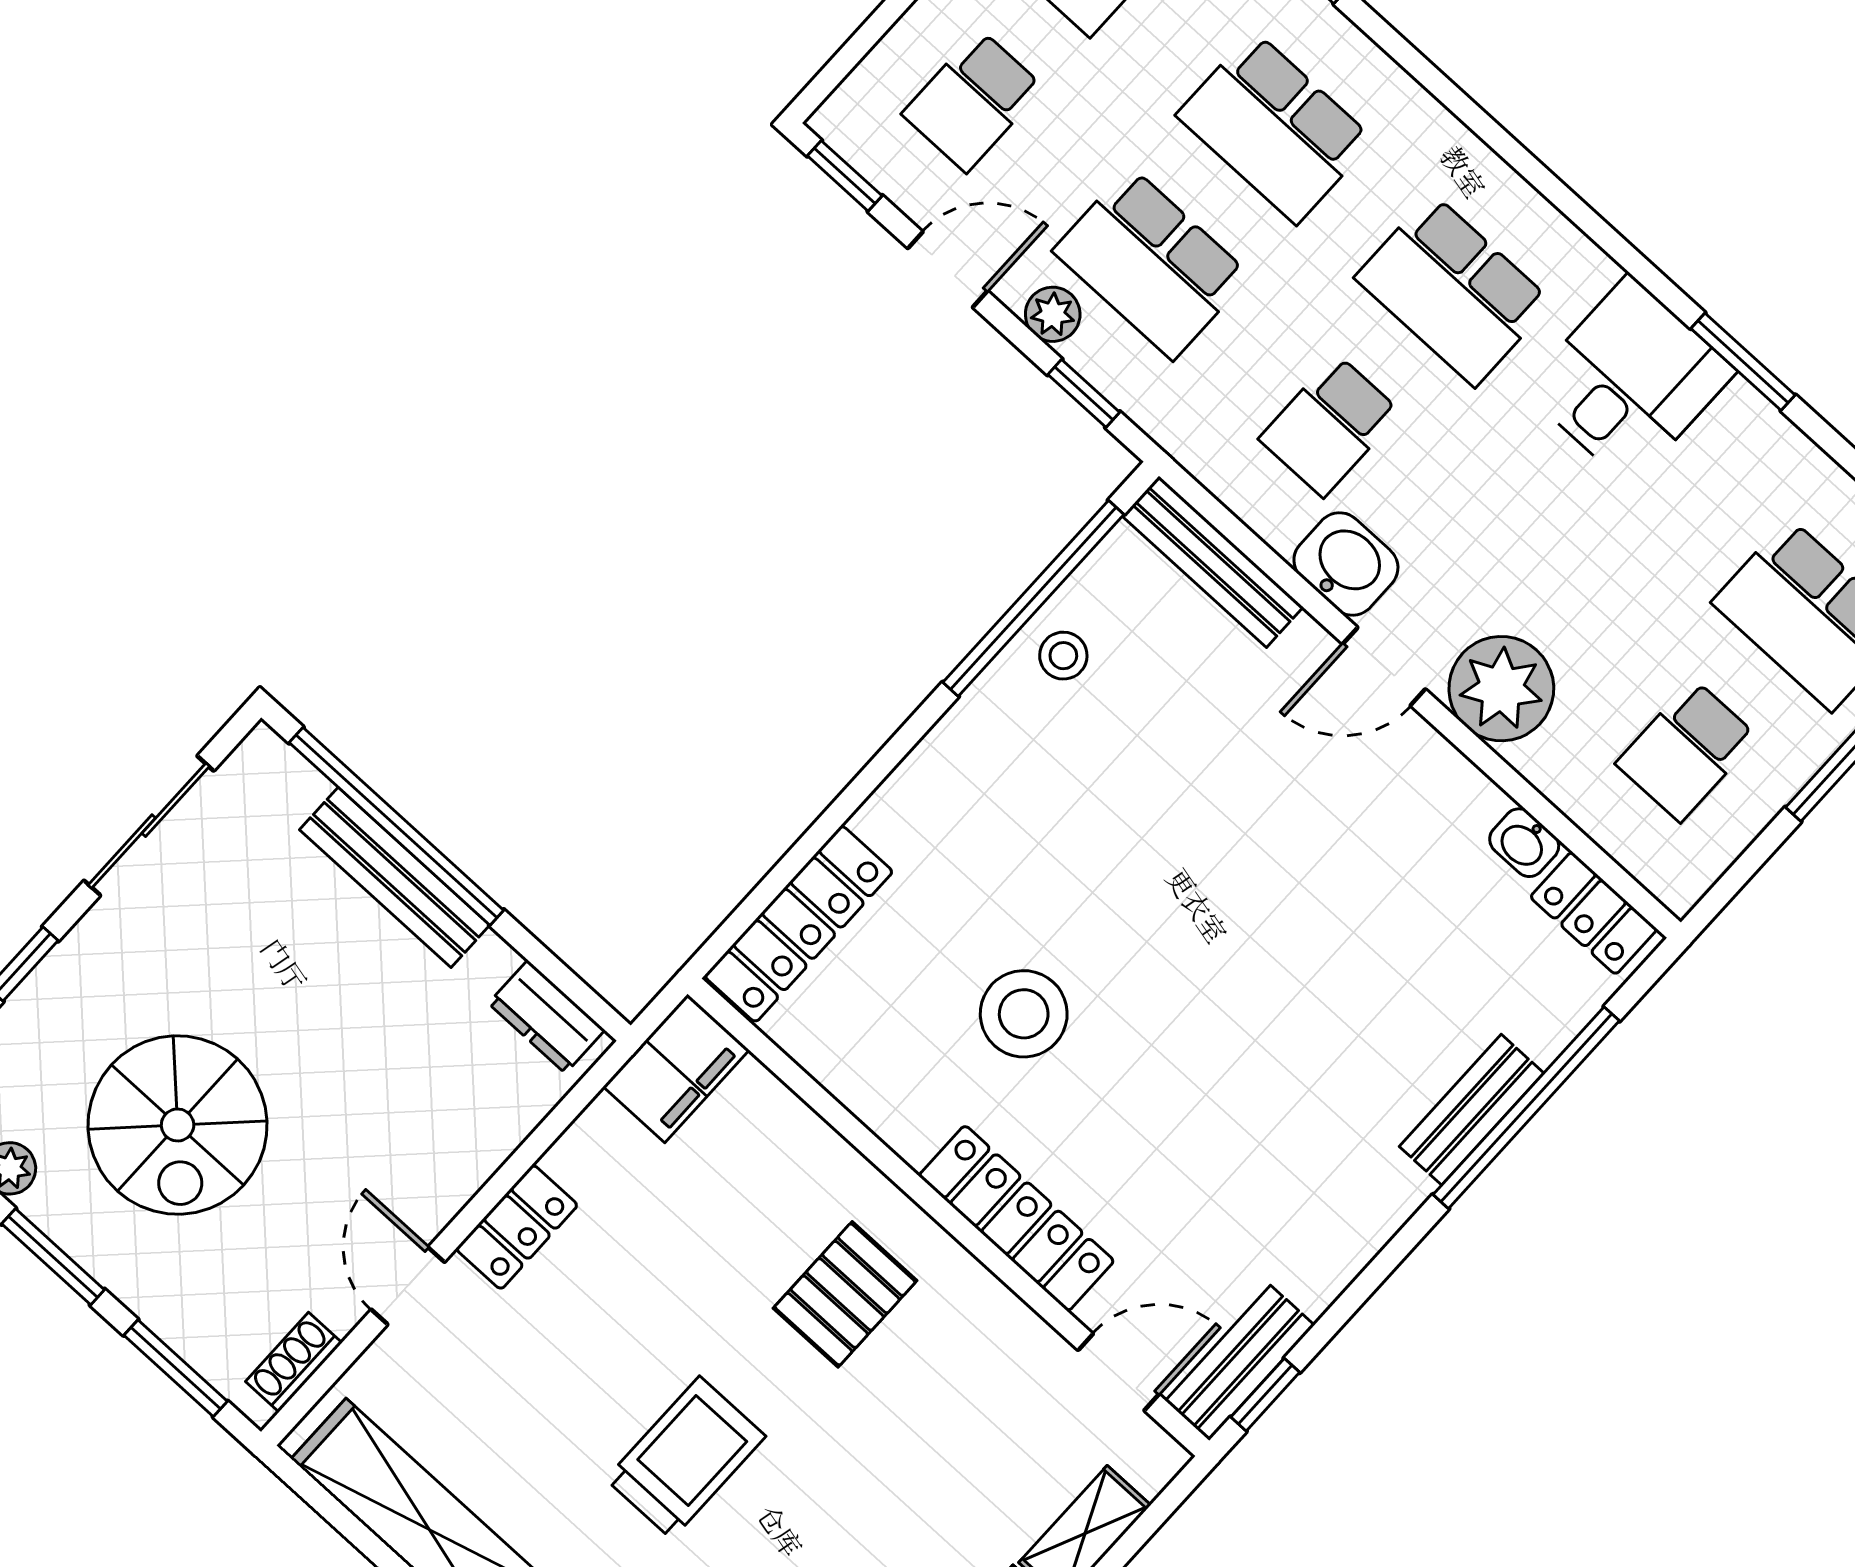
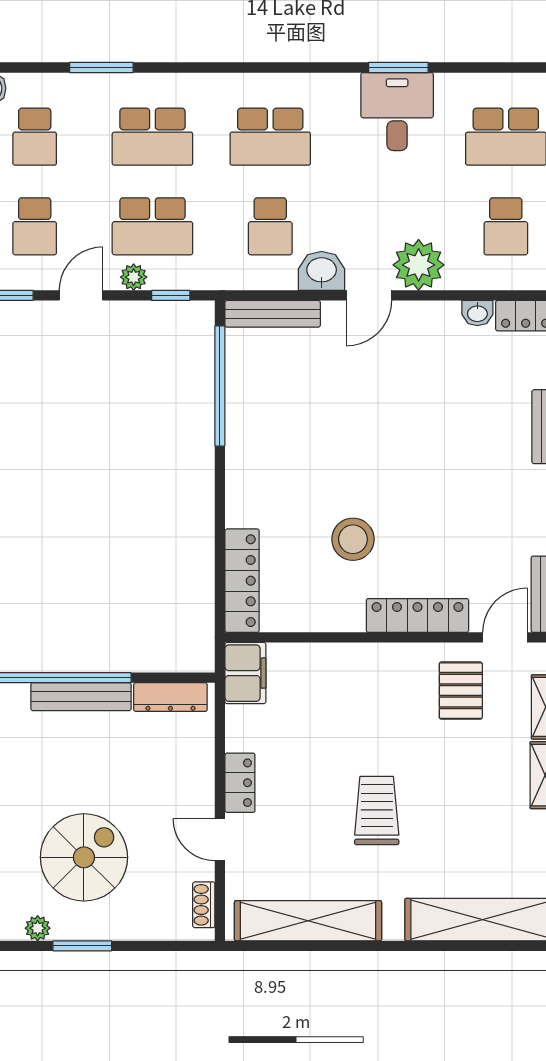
desk: (1630, 380) -> (397, 112), moved
stool: (1063, 656) -> (250, 397), removed
dresser: (547, 1017) -> (170, 697), width x1.44
spiral stairs: (178, 1125) -> (84, 857), turned -90
pallet: (845, 1294) -> (461, 691), moved
window: (176, 1368) -> (163, 946), removed

